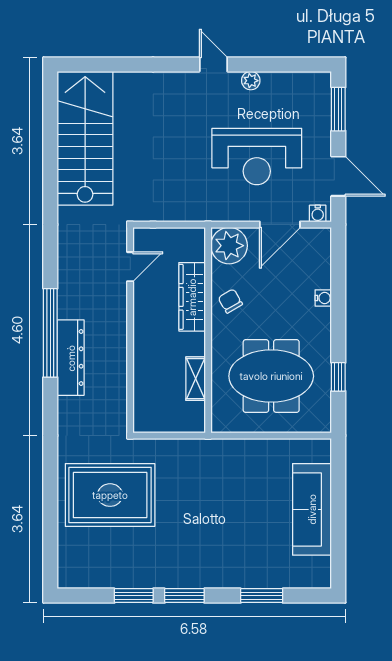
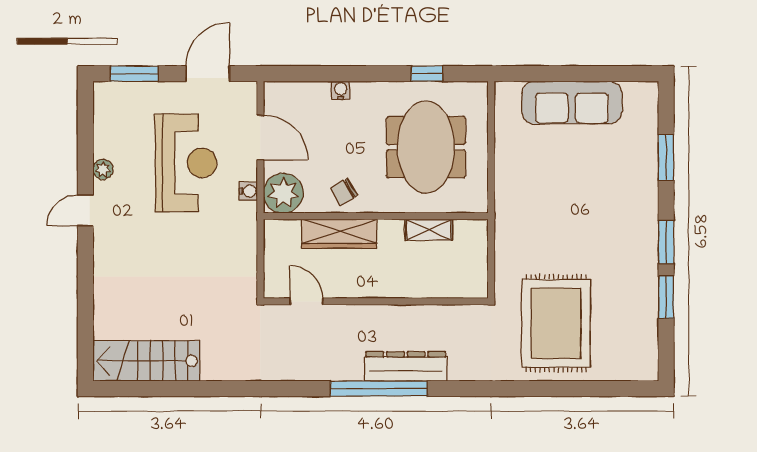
stairs: (85, 138) -> (147, 361), width x0.73, depth x0.66
water cooler: (318, 213) -> (248, 191), moved

